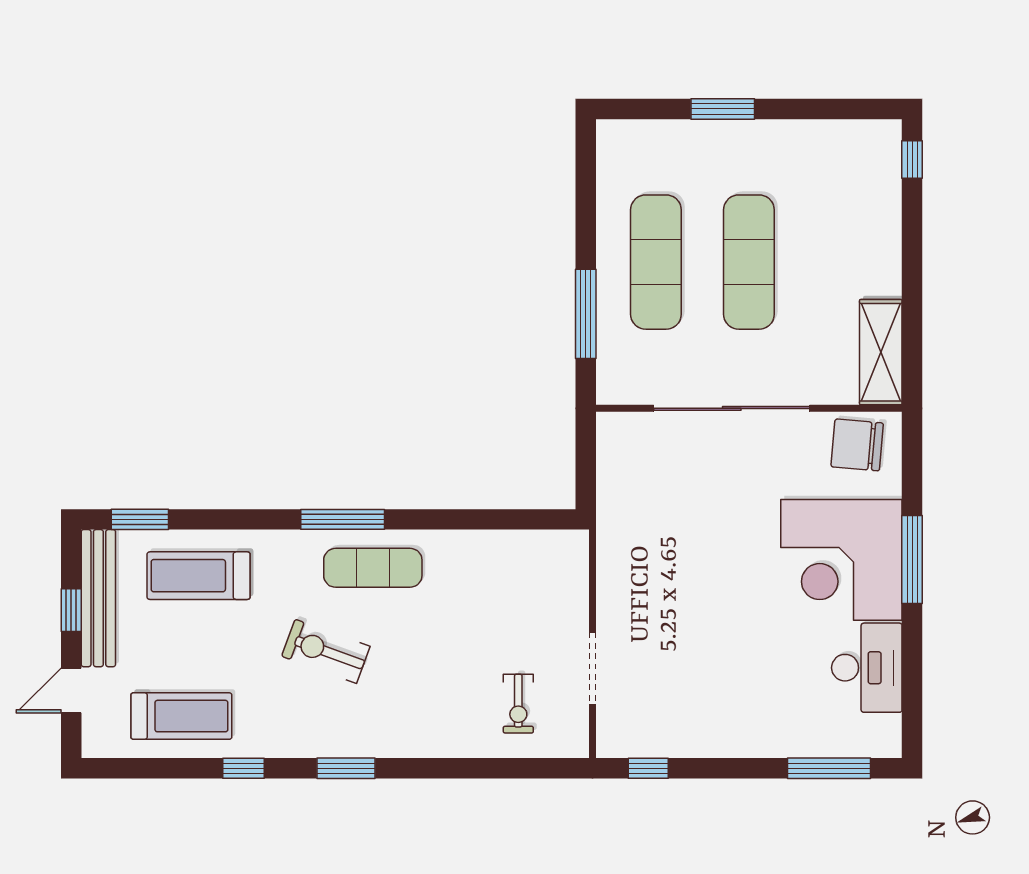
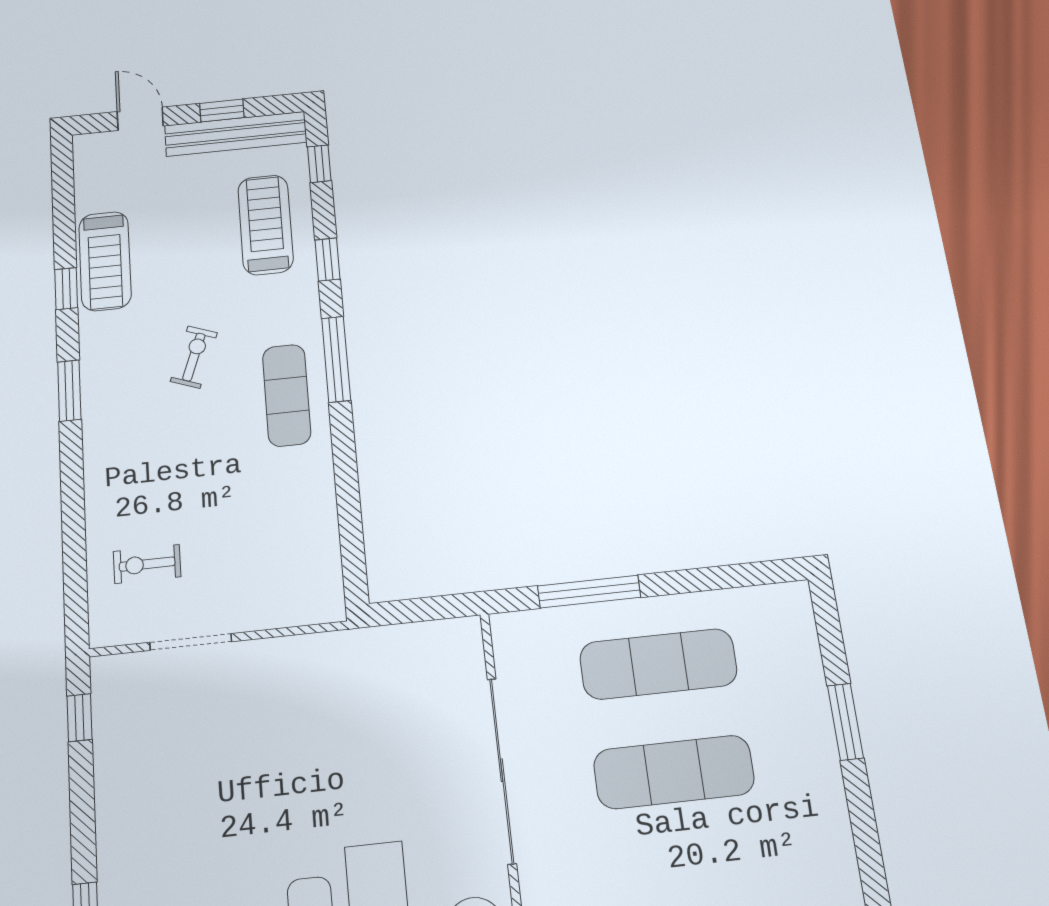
window: (140, 519) -> (319, 164), width x0.67
window: (241, 519) -> (328, 259), added
exercise bike: (326, 651) -> (194, 357), width x0.73, depth x0.72
treadmill: (181, 716) -> (105, 261), moved

